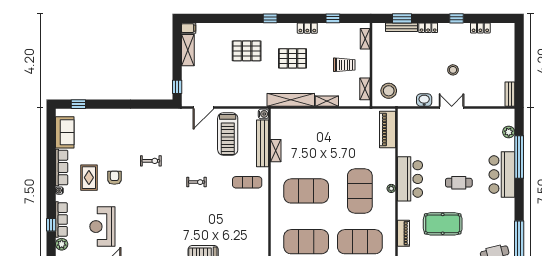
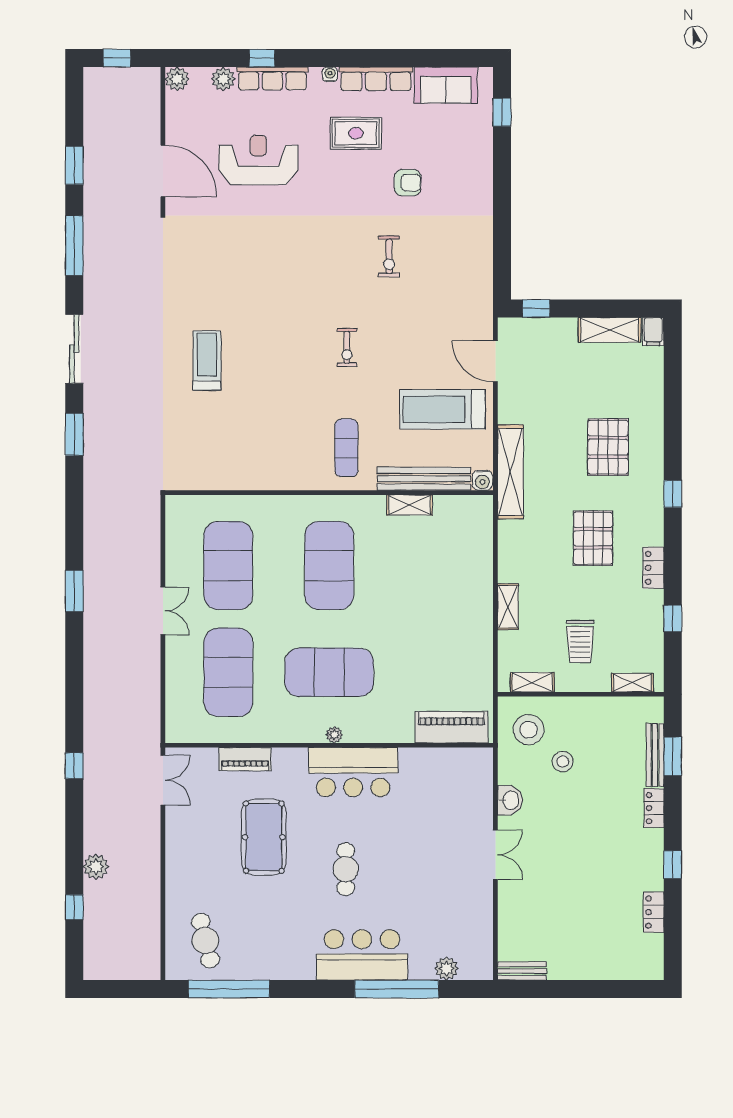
stool: (453, 70) -> (563, 762), moved
shelving: (291, 100) -> (510, 472), moved
armchair: (114, 178) -> (408, 183), moved

